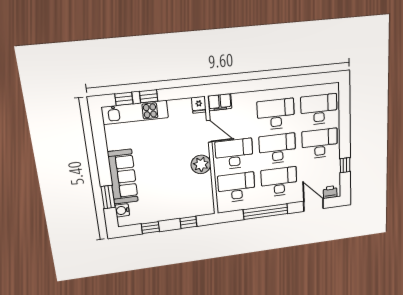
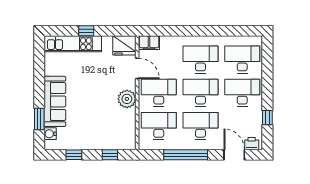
window: (124, 99) -> (65, 31), removed
fridge: (199, 105) -> (124, 45), width x1.88, depth x1.34

